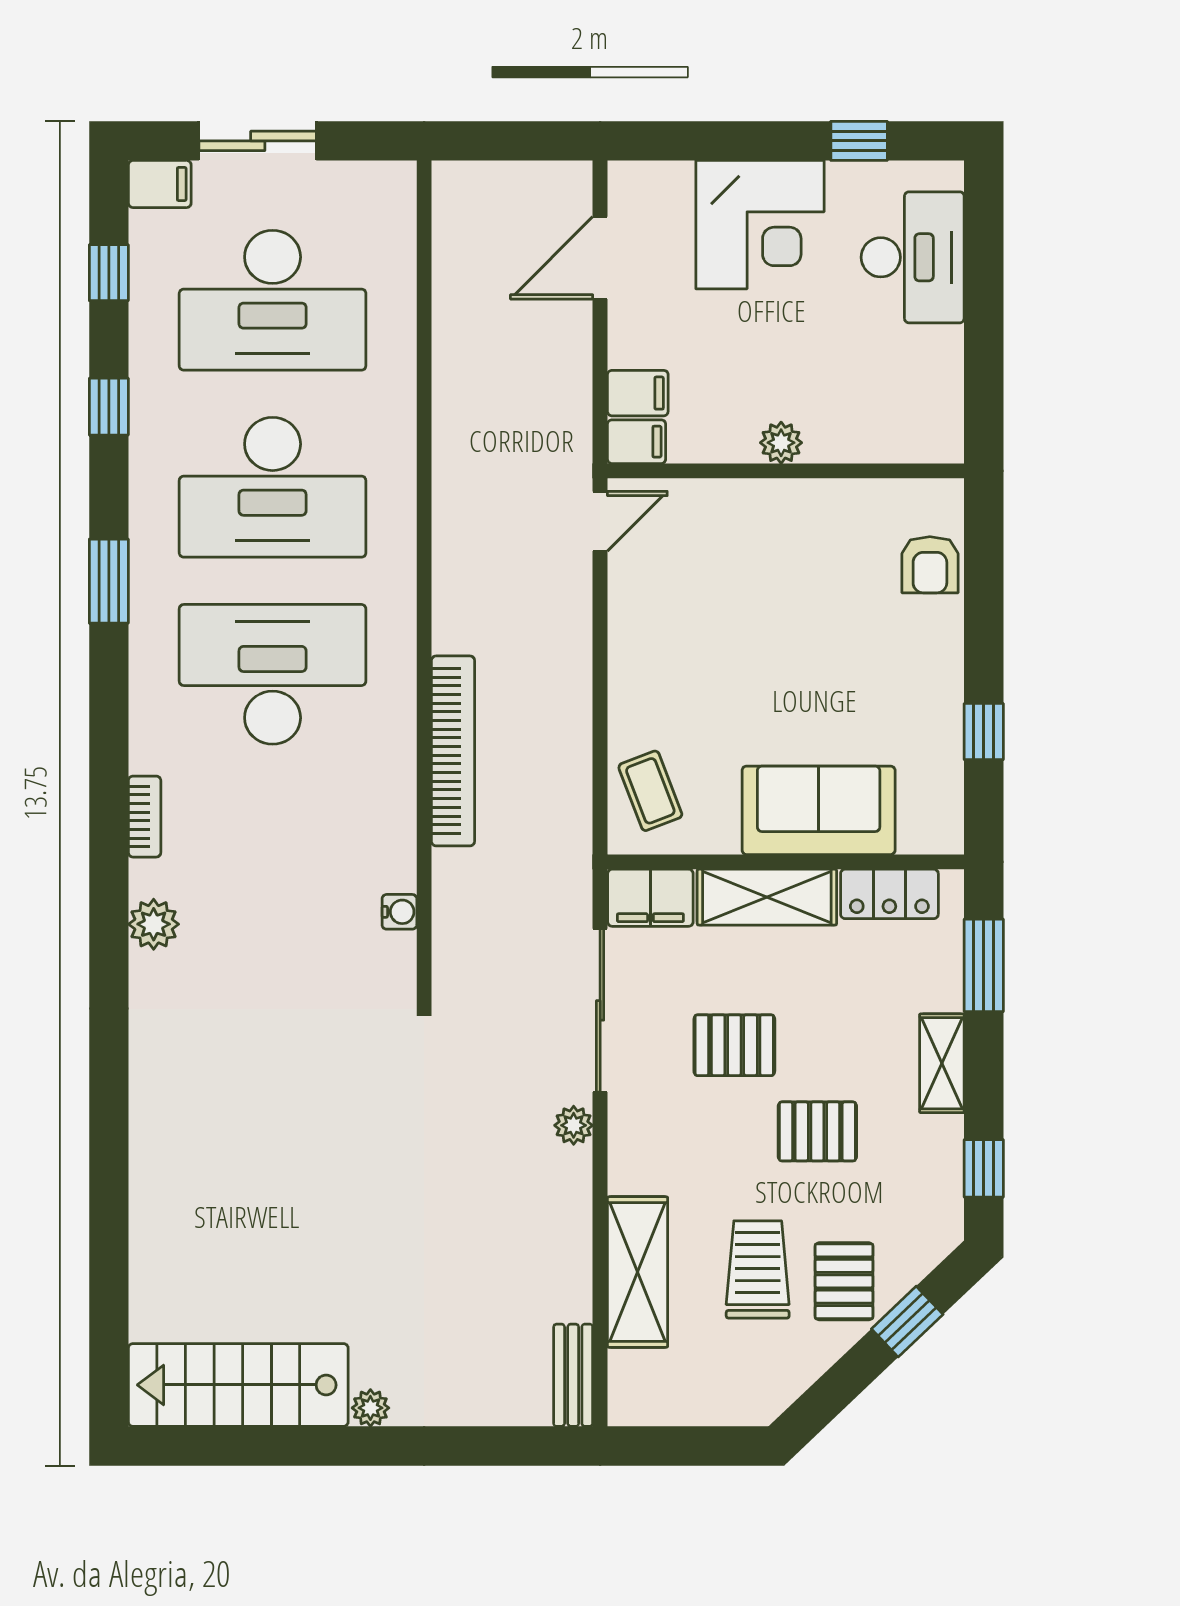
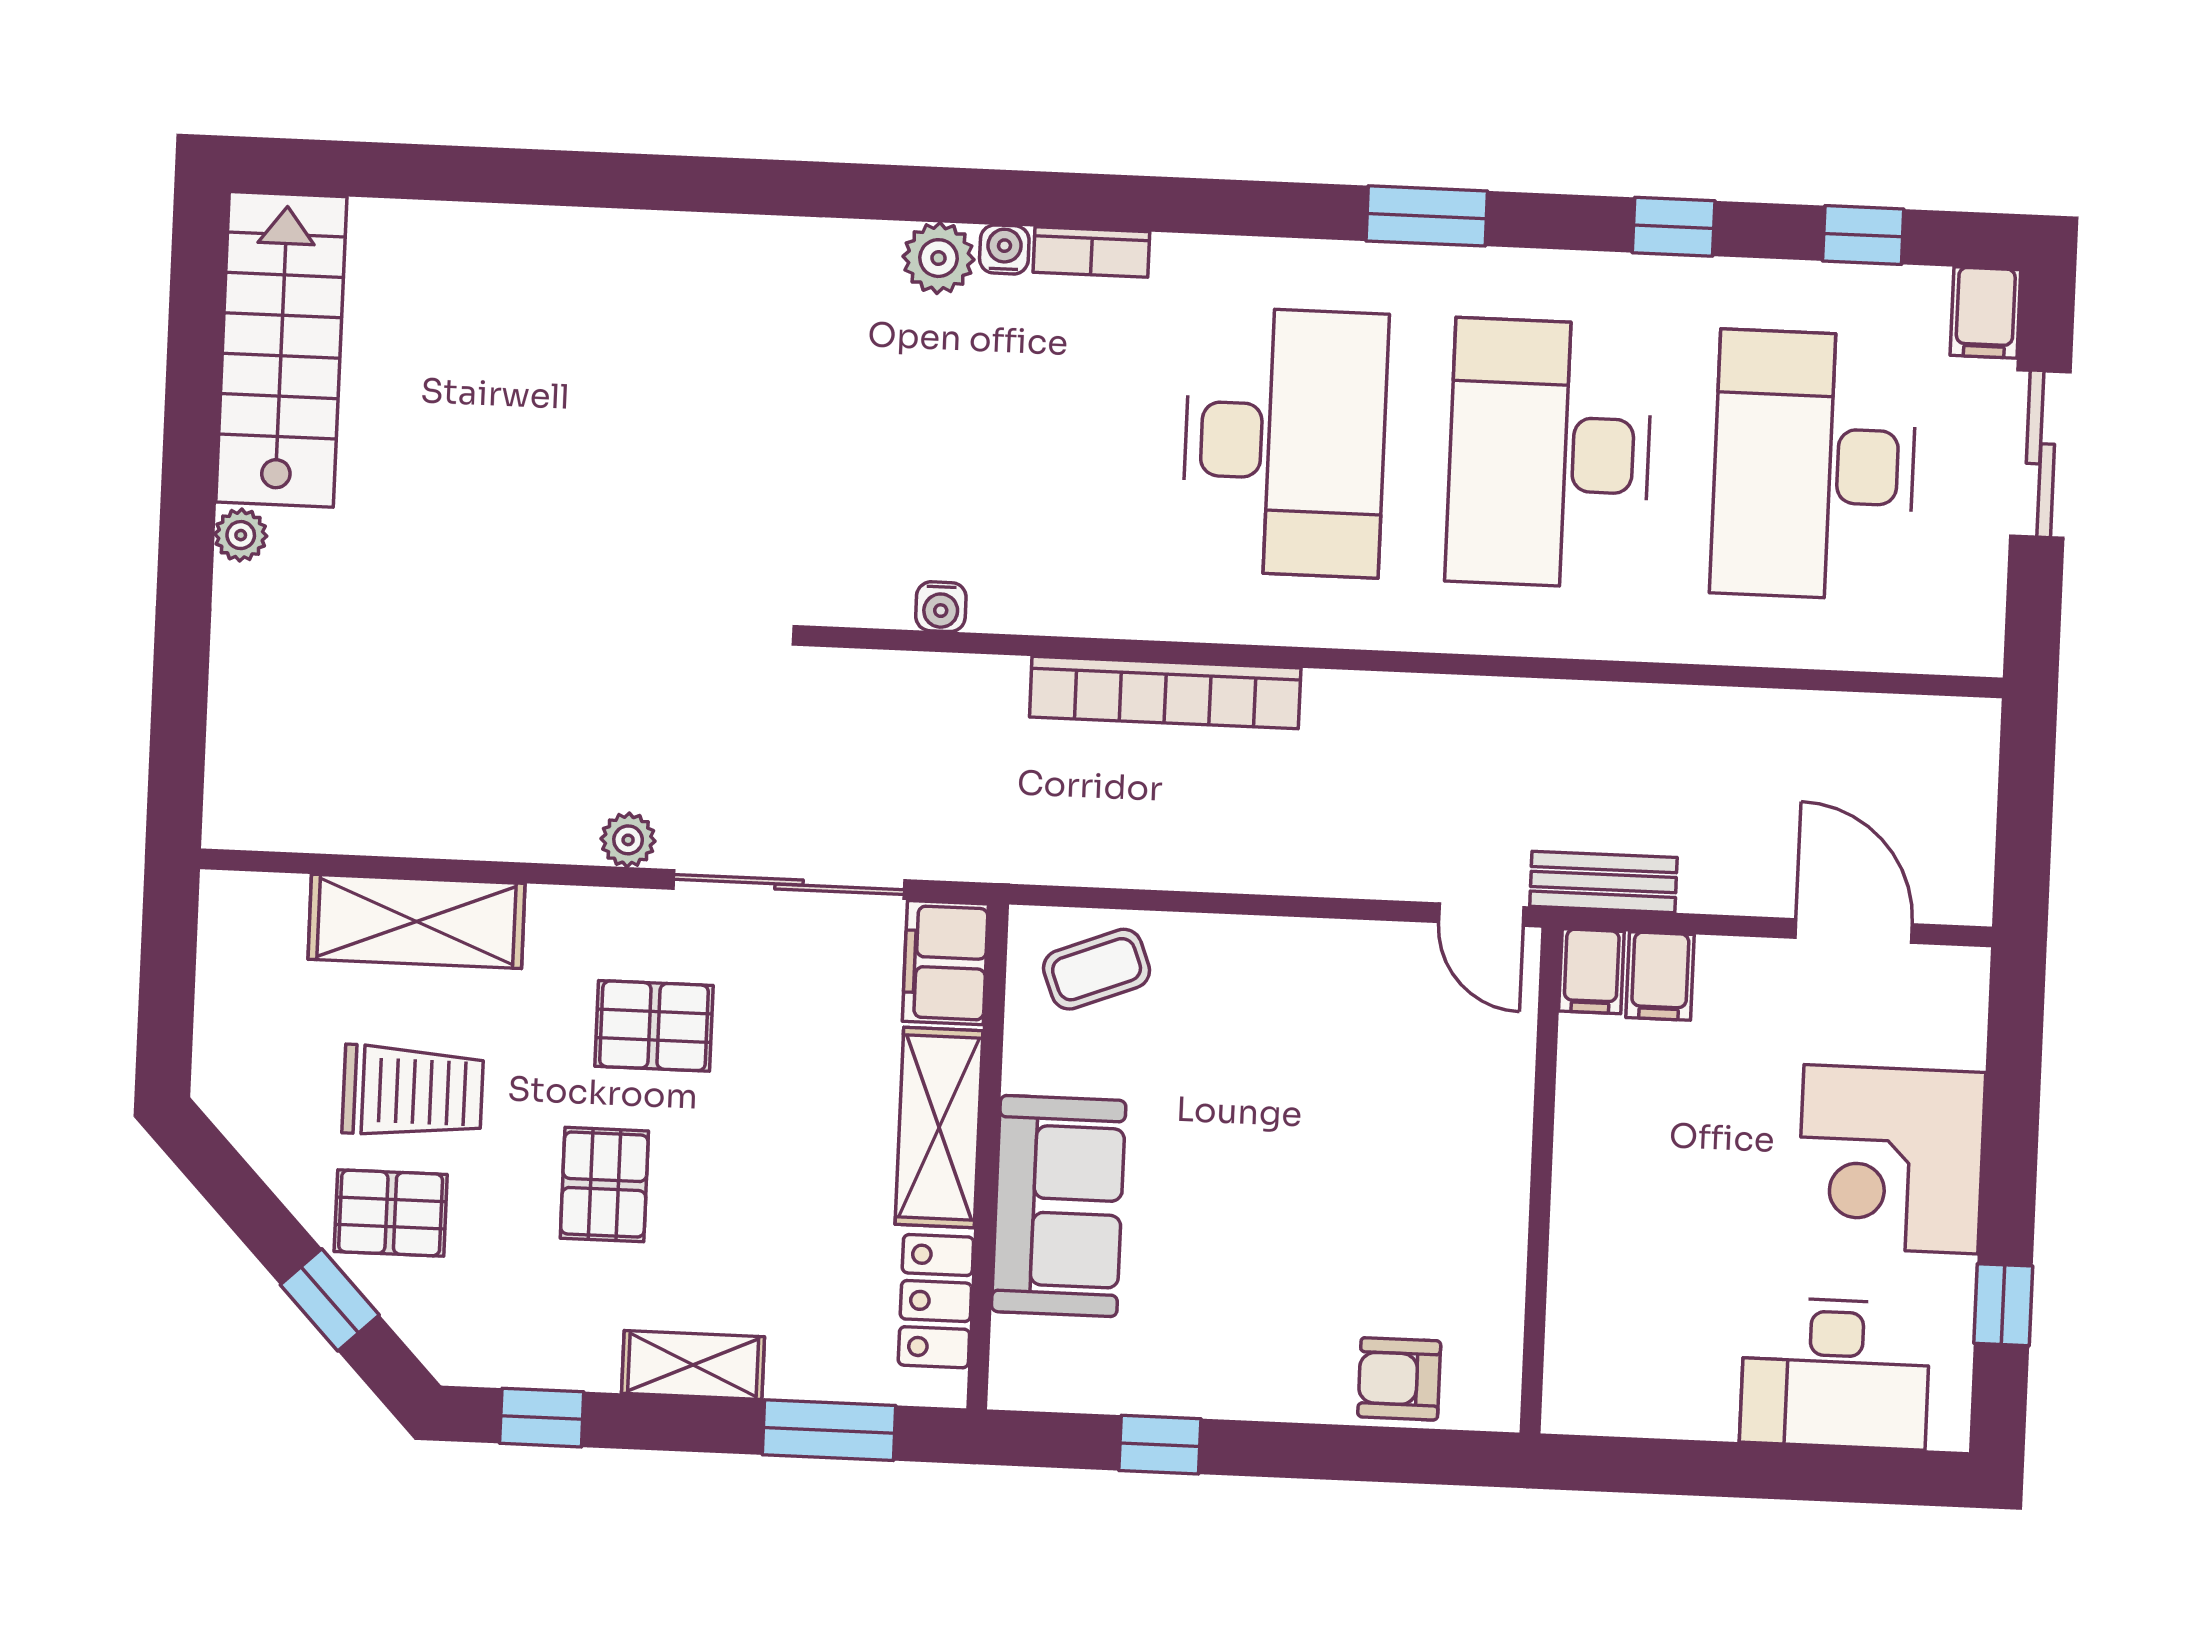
plant: (781, 443) -> (1581, 1176), removed
water cooler: (145, 878) -> (1004, 249), added
pallet: (734, 1045) -> (654, 1026), moved, turned 90
bench: (573, 1375) -> (1603, 882), moved

